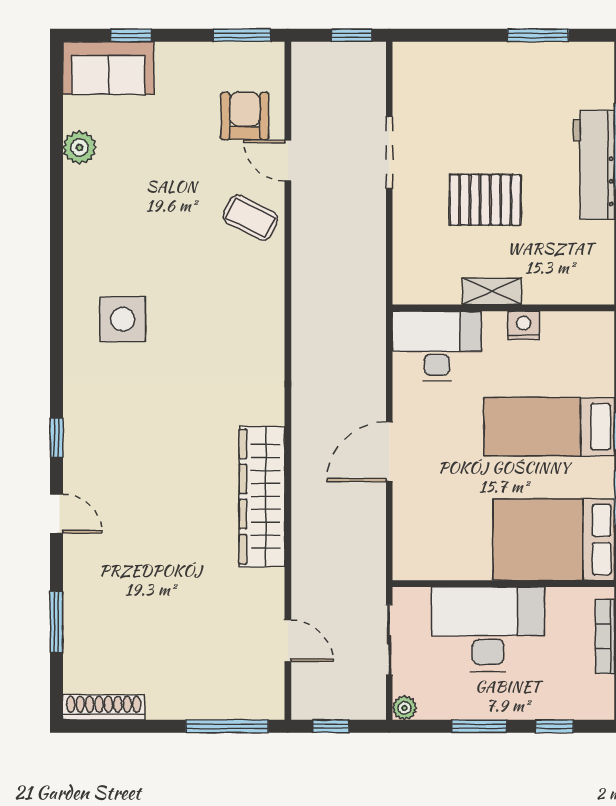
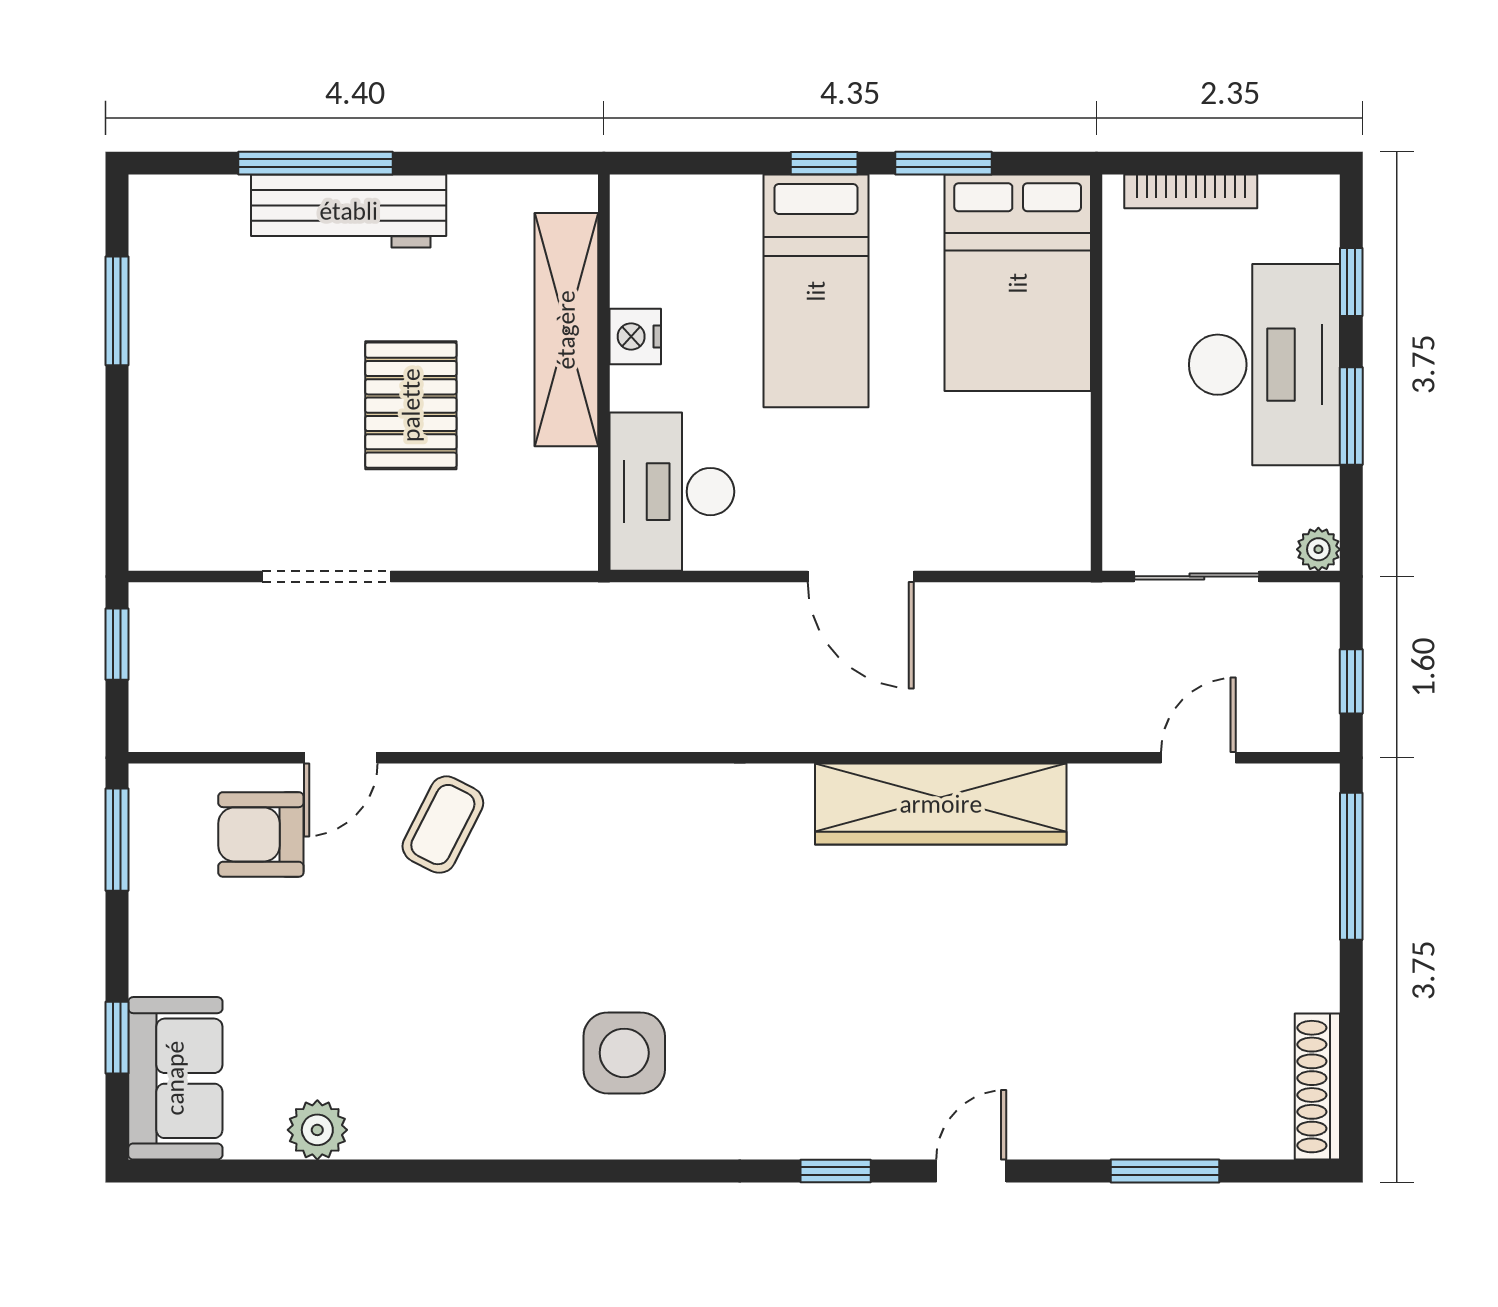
shelving: (492, 291) -> (566, 330), width x2.20, depth x1.33
desk: (488, 629) -> (1264, 365), moved, turned 180

